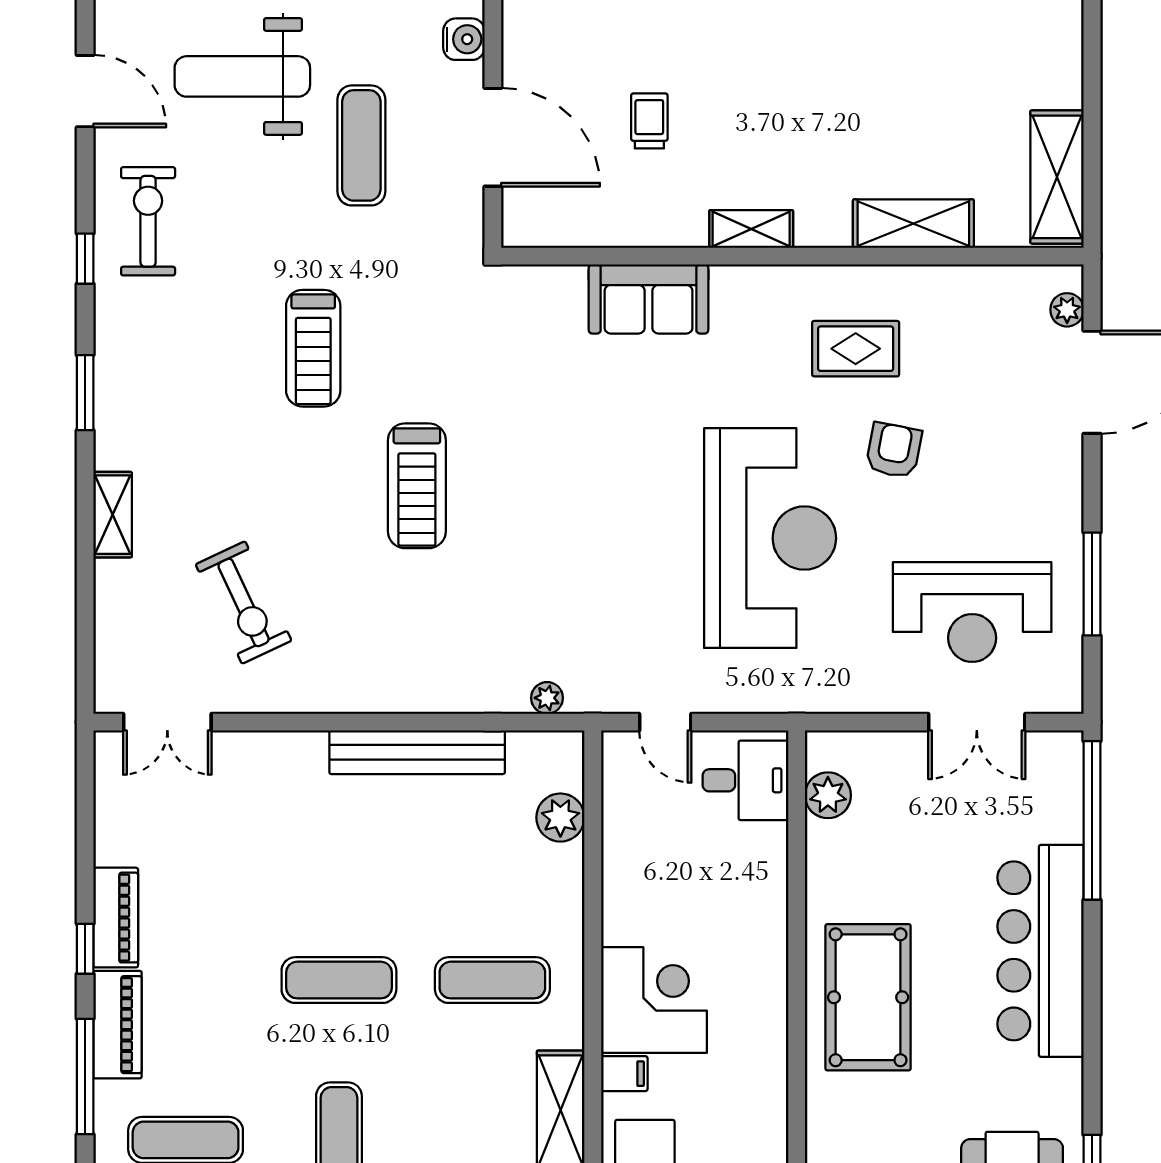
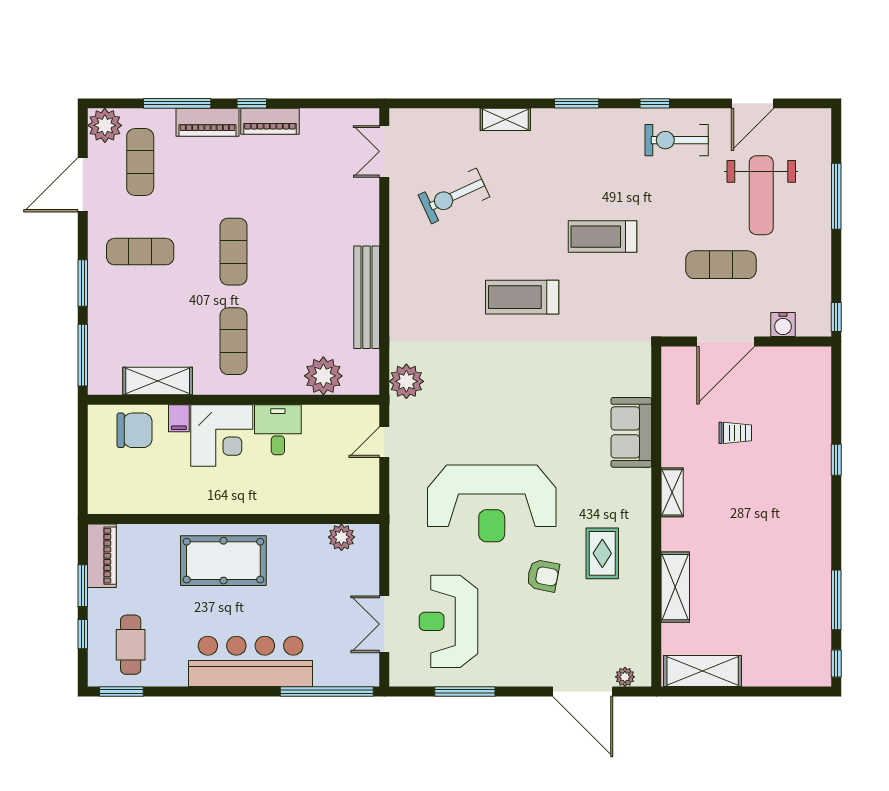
weight bench: (242, 76) -> (761, 195), turned 180
exercise bike: (148, 221) -> (677, 140), turned 180
plant: (547, 698) -> (406, 381), width x1.87, depth x1.87
desk: (745, 780) -> (278, 430), moved, turned 180
plant: (560, 818) -> (323, 376), width x1.36, depth x1.36

